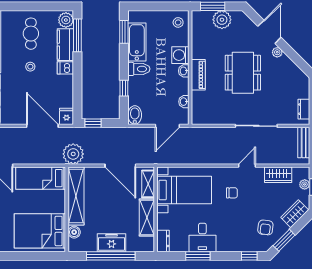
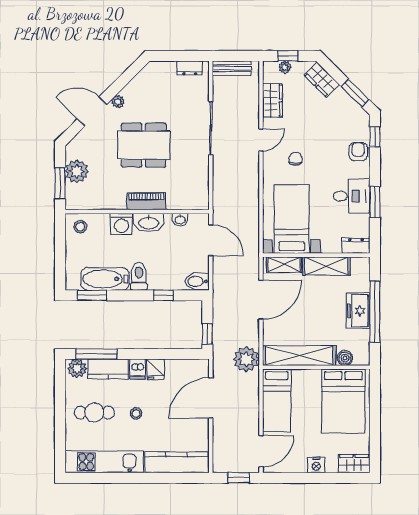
washbasin: (184, 71) -> (149, 223), width x1.91, depth x1.45
fridge: (67, 116) -> (155, 369), moved, turned -90
door: (247, 166) -> (261, 140), swing flipped
armchair: (265, 227) -> (358, 152), moved, turned -97

